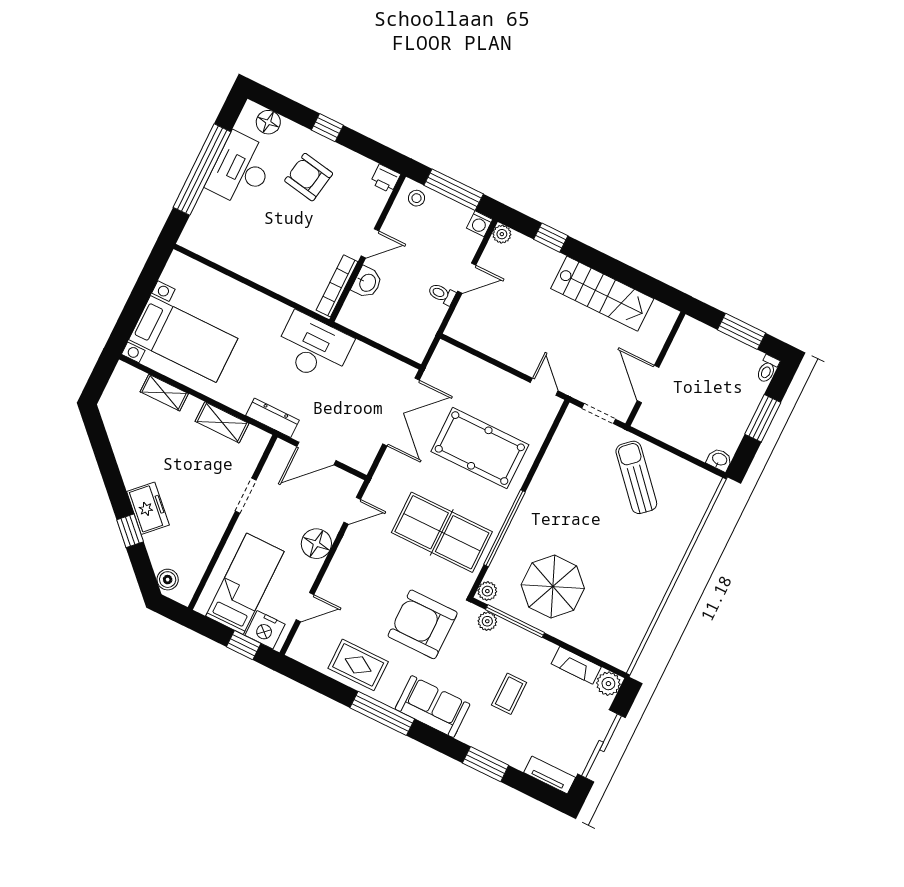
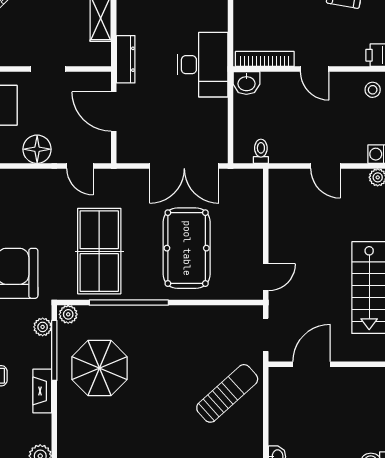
washbasin: (367, 282) -> (246, 83), moved
toilet: (442, 294) -> (261, 151), moved
fireplace: (576, 665) -> (42, 391), moved

